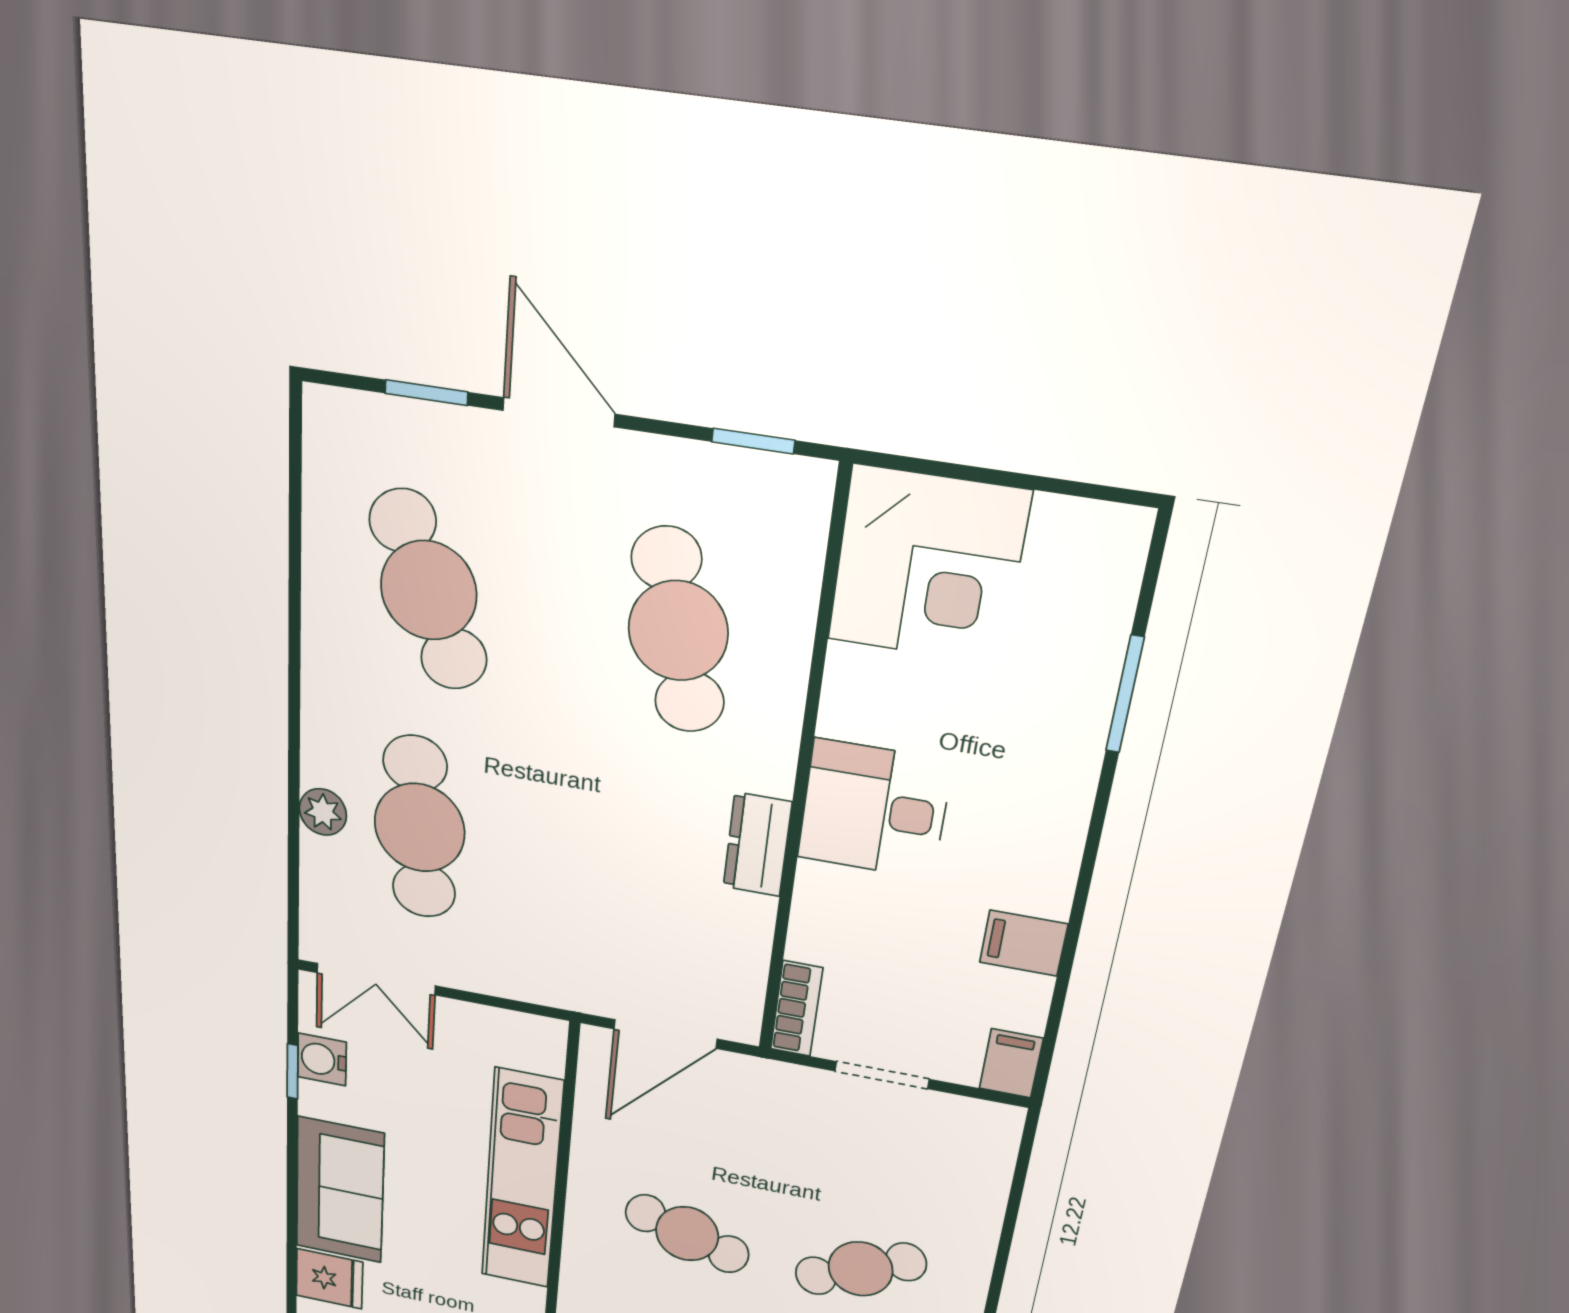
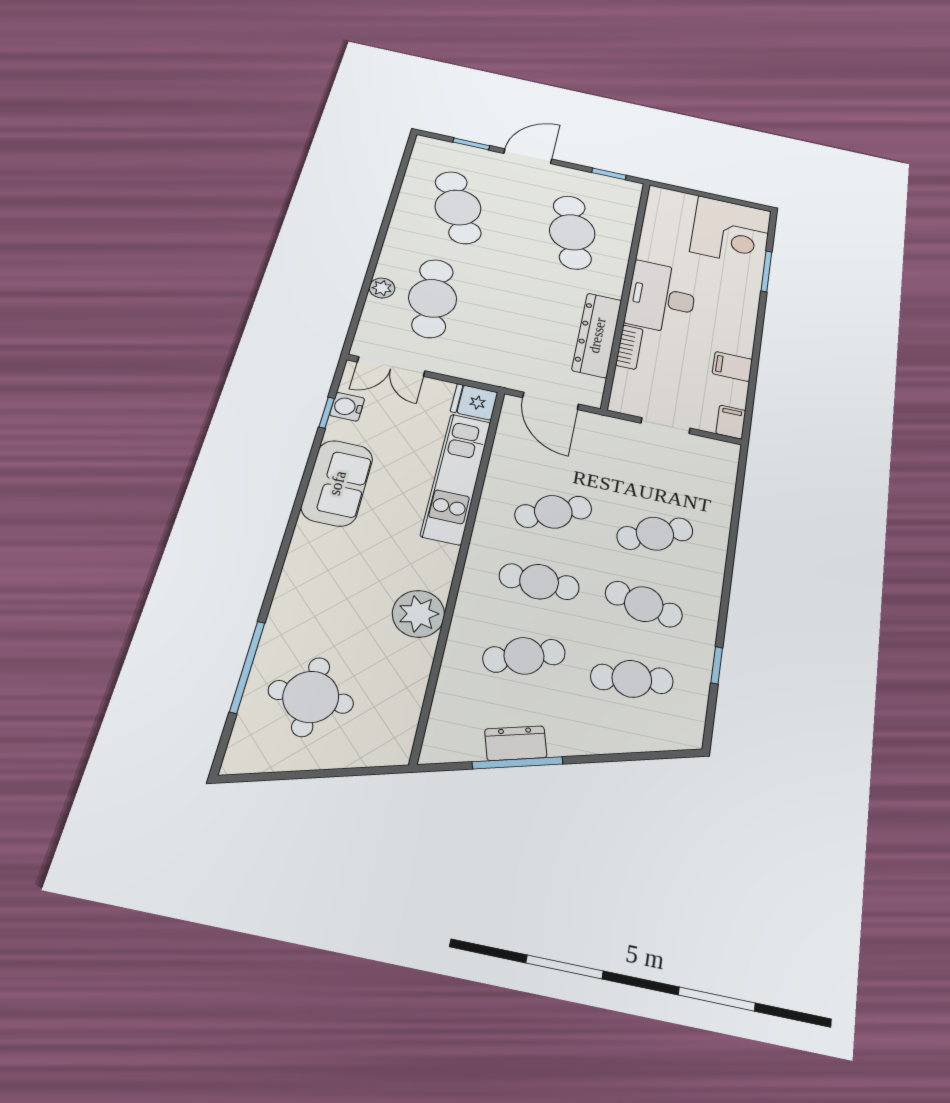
door: (559, 412) -> (528, 156), hinge flipped
corner desk: (928, 566) -> (731, 231), moved
desk: (874, 809) -> (661, 298), width x1.37
dresser: (757, 844) -> (597, 335), width x1.96, depth x1.24
bookcase: (797, 1009) -> (629, 347), moved
door: (665, 1034) -> (551, 401), hinge flipped
cafe table: (687, 1234) -> (553, 512), turned -42
fridge: (329, 1279) -> (474, 402), moved, turned 180

